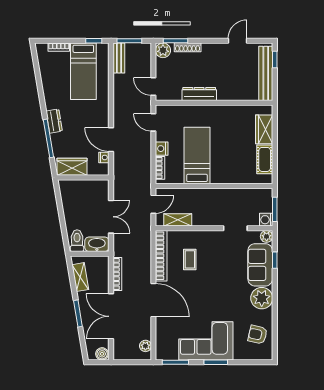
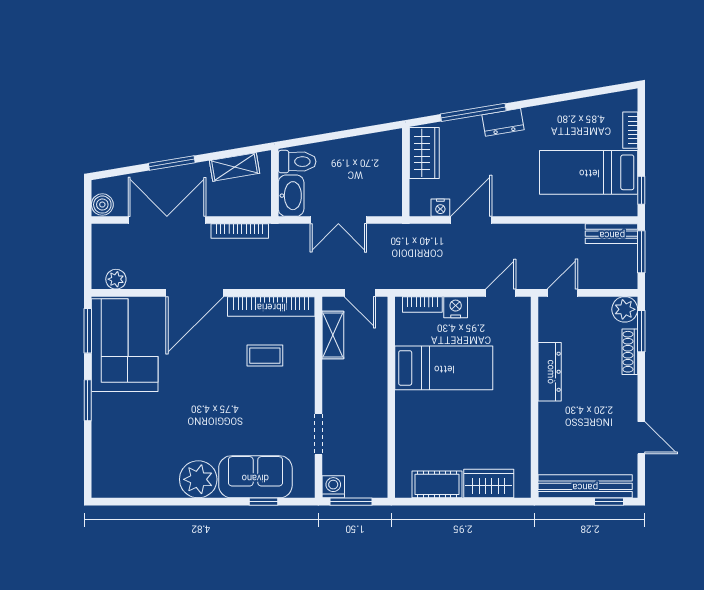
plant: (267, 236) -> (304, 488), removed
armchair: (258, 335) -> (135, 472), removed
corner sofa: (206, 341) -> (125, 345), moved

